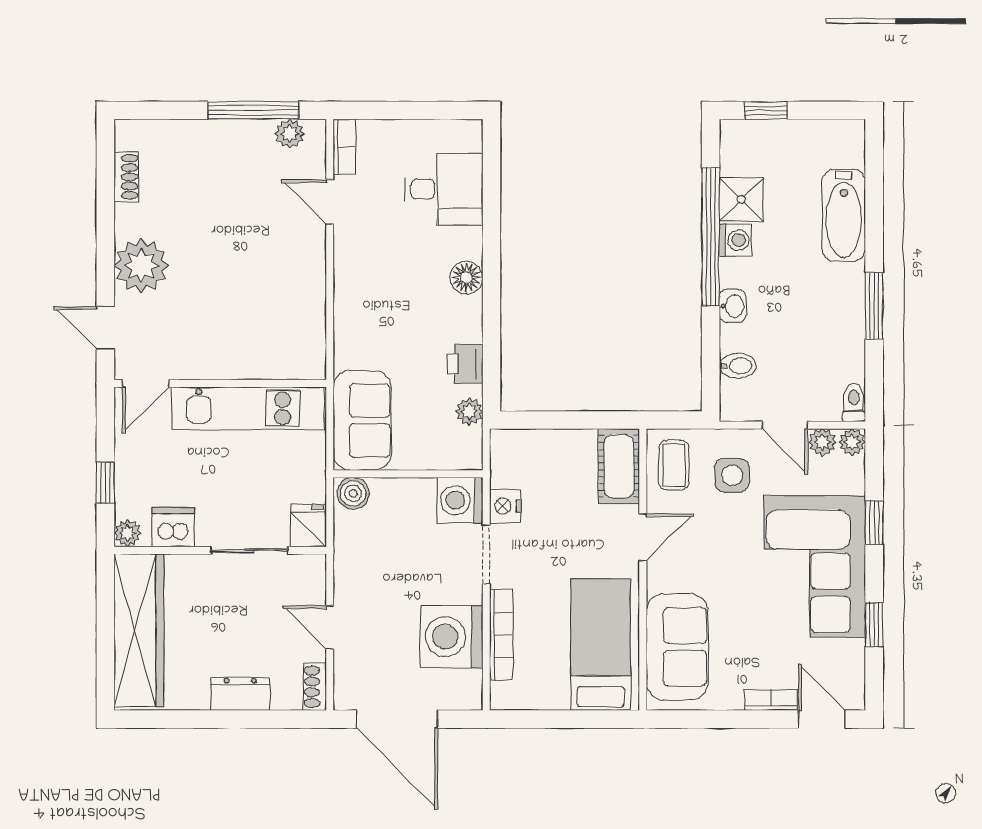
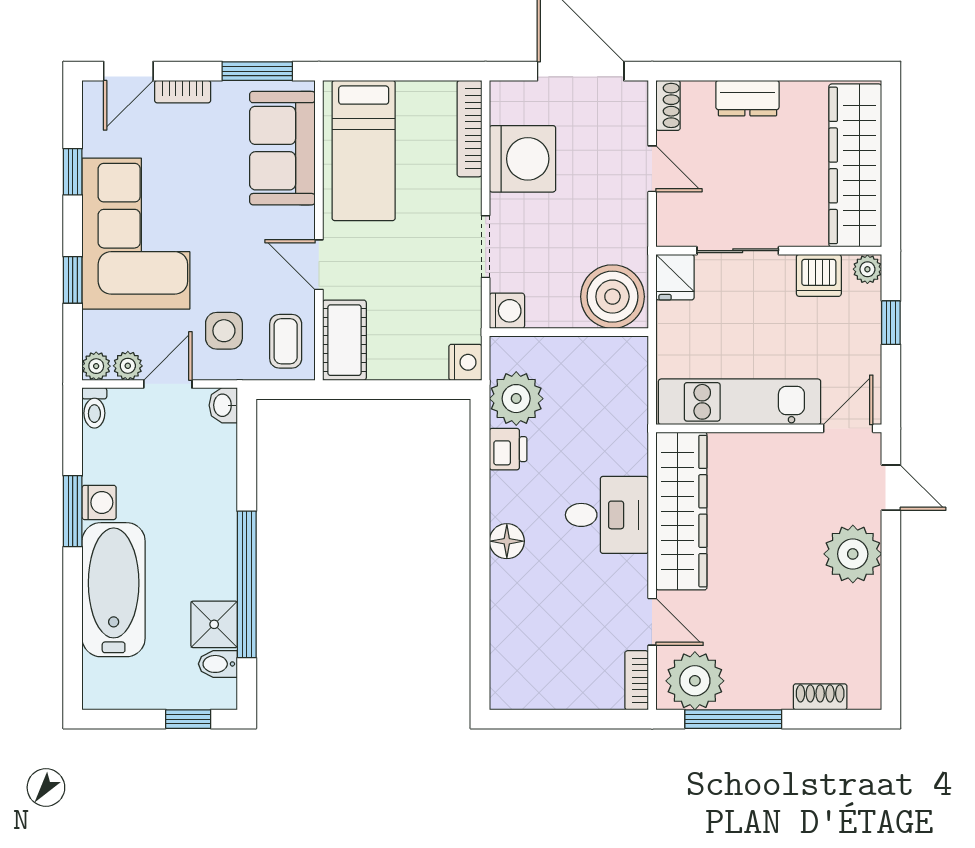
plant: (290, 134) -> (695, 681), width x1.88, depth x1.88
shoe rack: (126, 177) -> (820, 697), moved, turned 90
desk: (444, 189) -> (607, 515), moved, turned 180
bathtub: (844, 215) -> (114, 590), width x1.36, depth x1.36
washing machine: (735, 240) -> (99, 502), moved, turned 180
wardrobe: (302, 306) -> (681, 511), added
washbasin: (733, 306) -> (223, 405), moved
bidet: (738, 366) -> (218, 664), moved
plant: (469, 412) -> (516, 399), width x1.88, depth x1.88
sofa: (362, 420) -> (618, 389), removed
door: (785, 425) -> (168, 384), hinge flipped
boiler: (353, 493) -> (612, 297), width x1.86, depth x1.86
washing machine: (460, 500) -> (507, 311), width x0.73, depth x0.73
nightstand: (505, 506) -> (465, 362), moved
door: (643, 537) -> (319, 265), hinge flipped
bookcase: (501, 635) -> (470, 129), moved
window: (701, 719) -> (257, 71), added
door: (822, 719) -> (128, 71), hinge flipped

